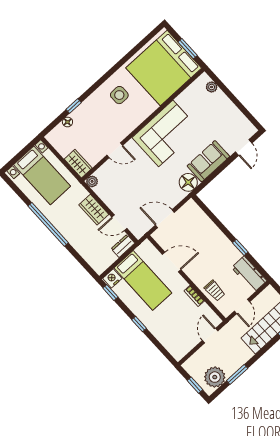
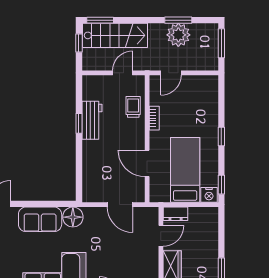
door: (119, 223) -> (161, 236), hinge flipped
workbench: (249, 274) -> (92, 120), moved
plant: (215, 377) -> (178, 35), moved
window: (195, 385) -> (221, 43), width x1.50

